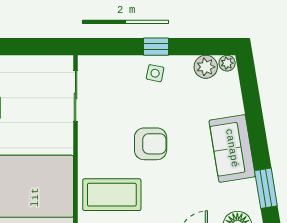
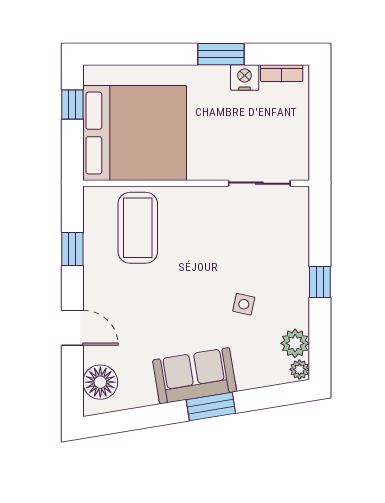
side table: (155, 73) -> (244, 304), moved
armchair: (151, 144) -> (200, 275), removed
window: (266, 188) -> (211, 407), moved

